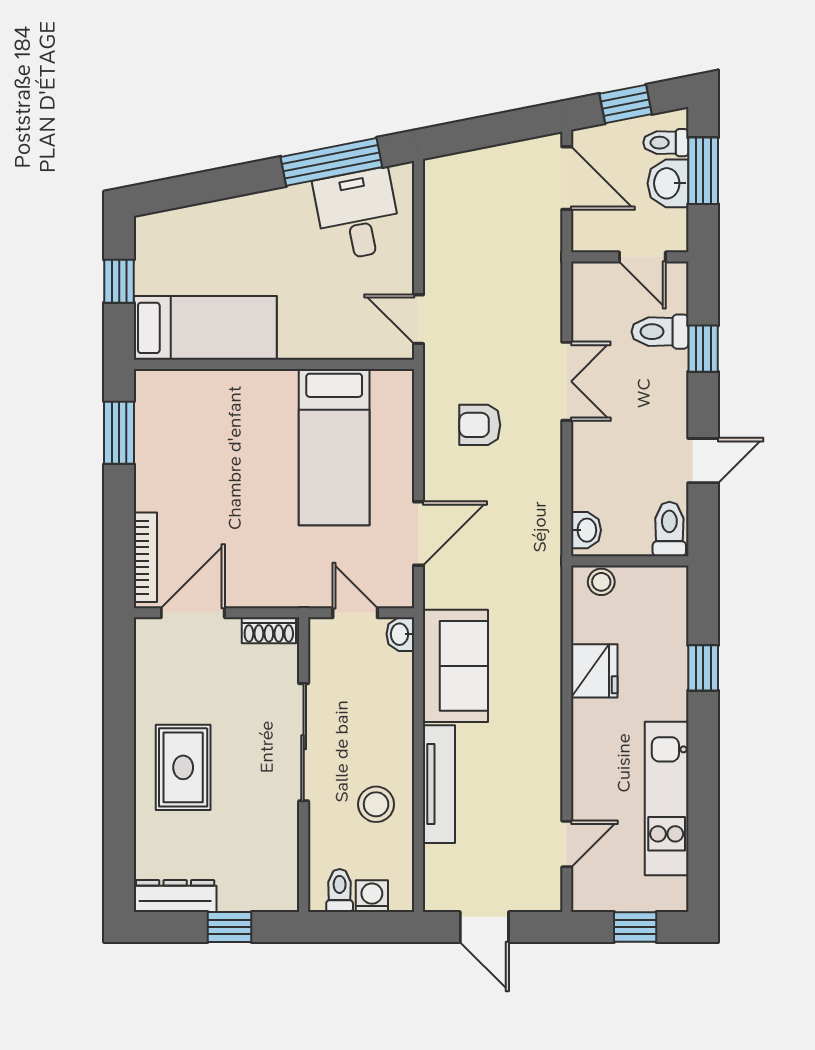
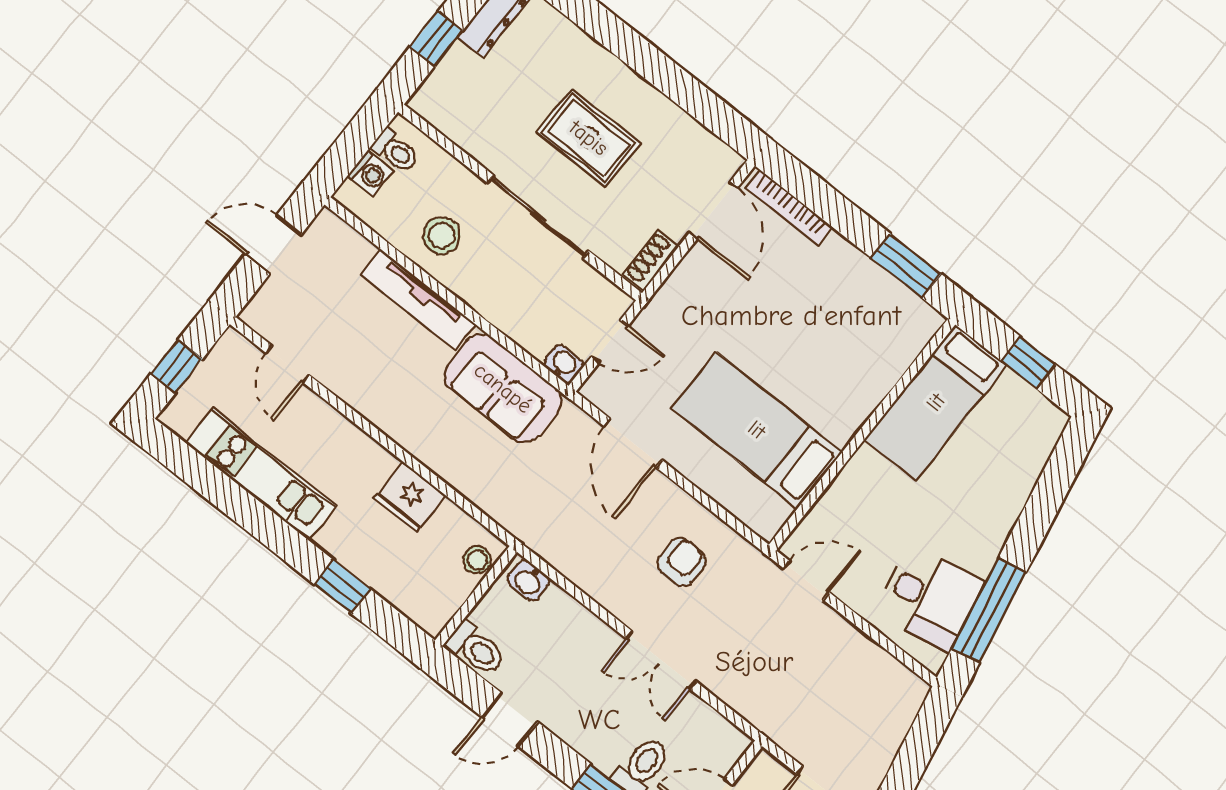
door: (703, 461) -> (510, 719), hinge flipped
rug: (183, 767) -> (589, 138), moved

